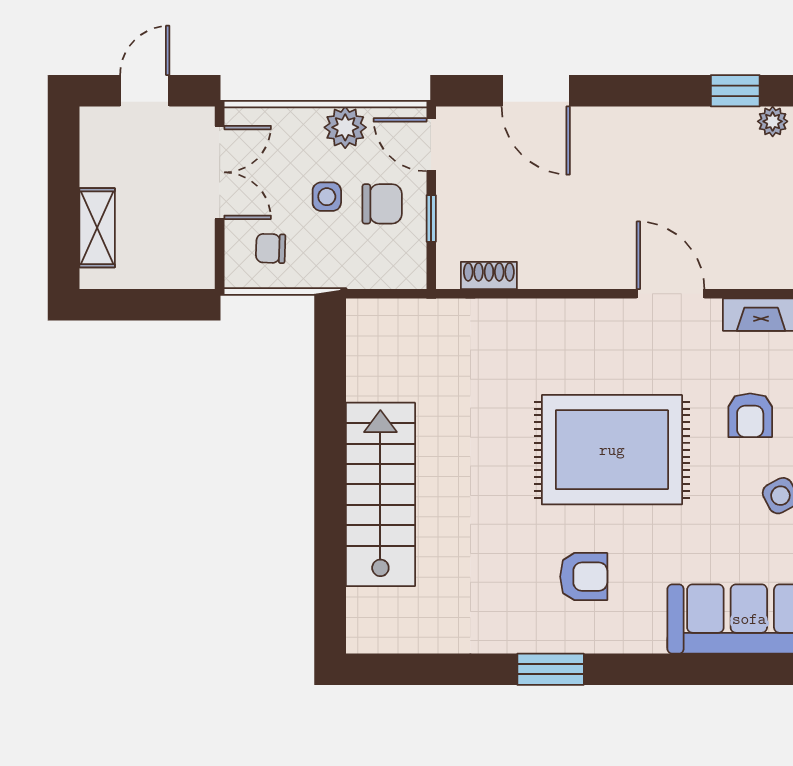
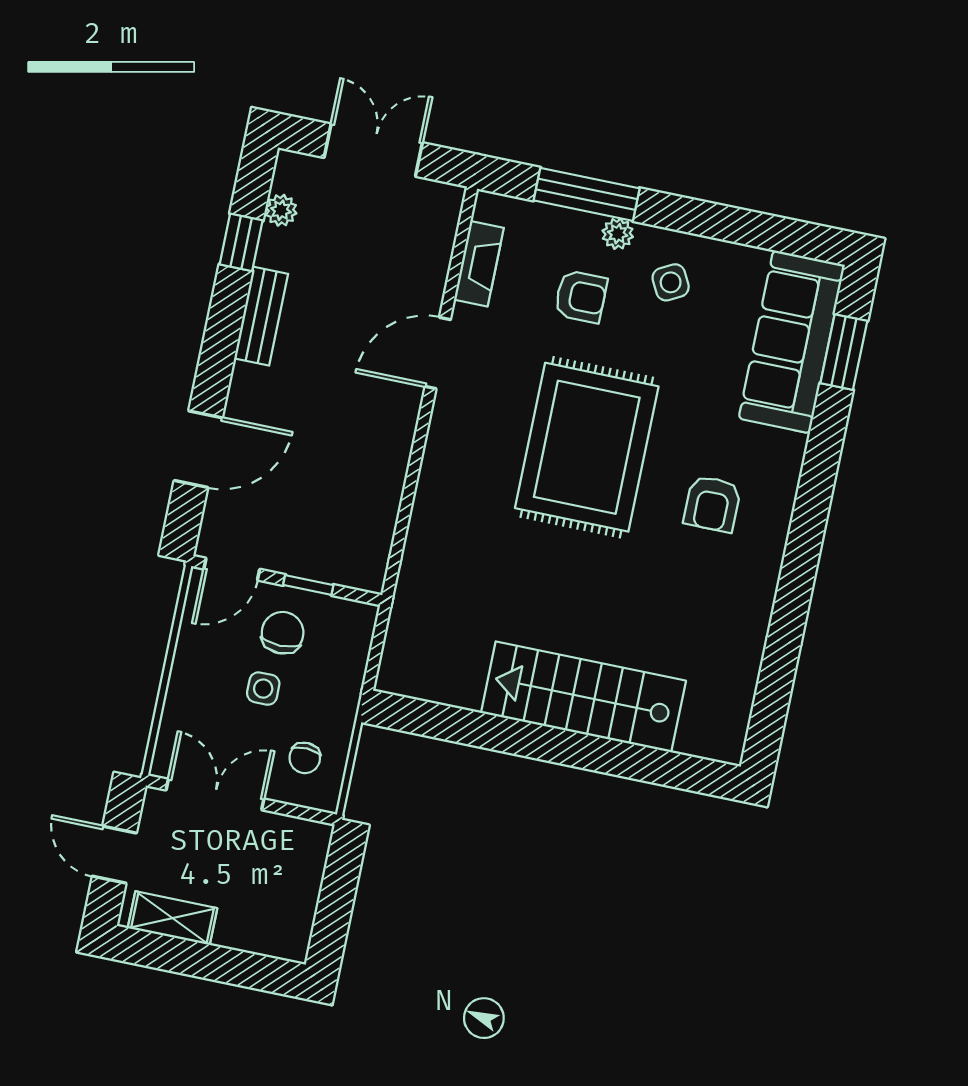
bench: (671, 123) -> (261, 316), added
plant: (345, 127) -> (195, 655), removed
shelving: (97, 228) -> (173, 918), moved
shoe rack: (489, 275) -> (380, 537), removed
armchair: (584, 577) -> (712, 504), turned 180
window: (551, 669) -> (844, 352), moved

